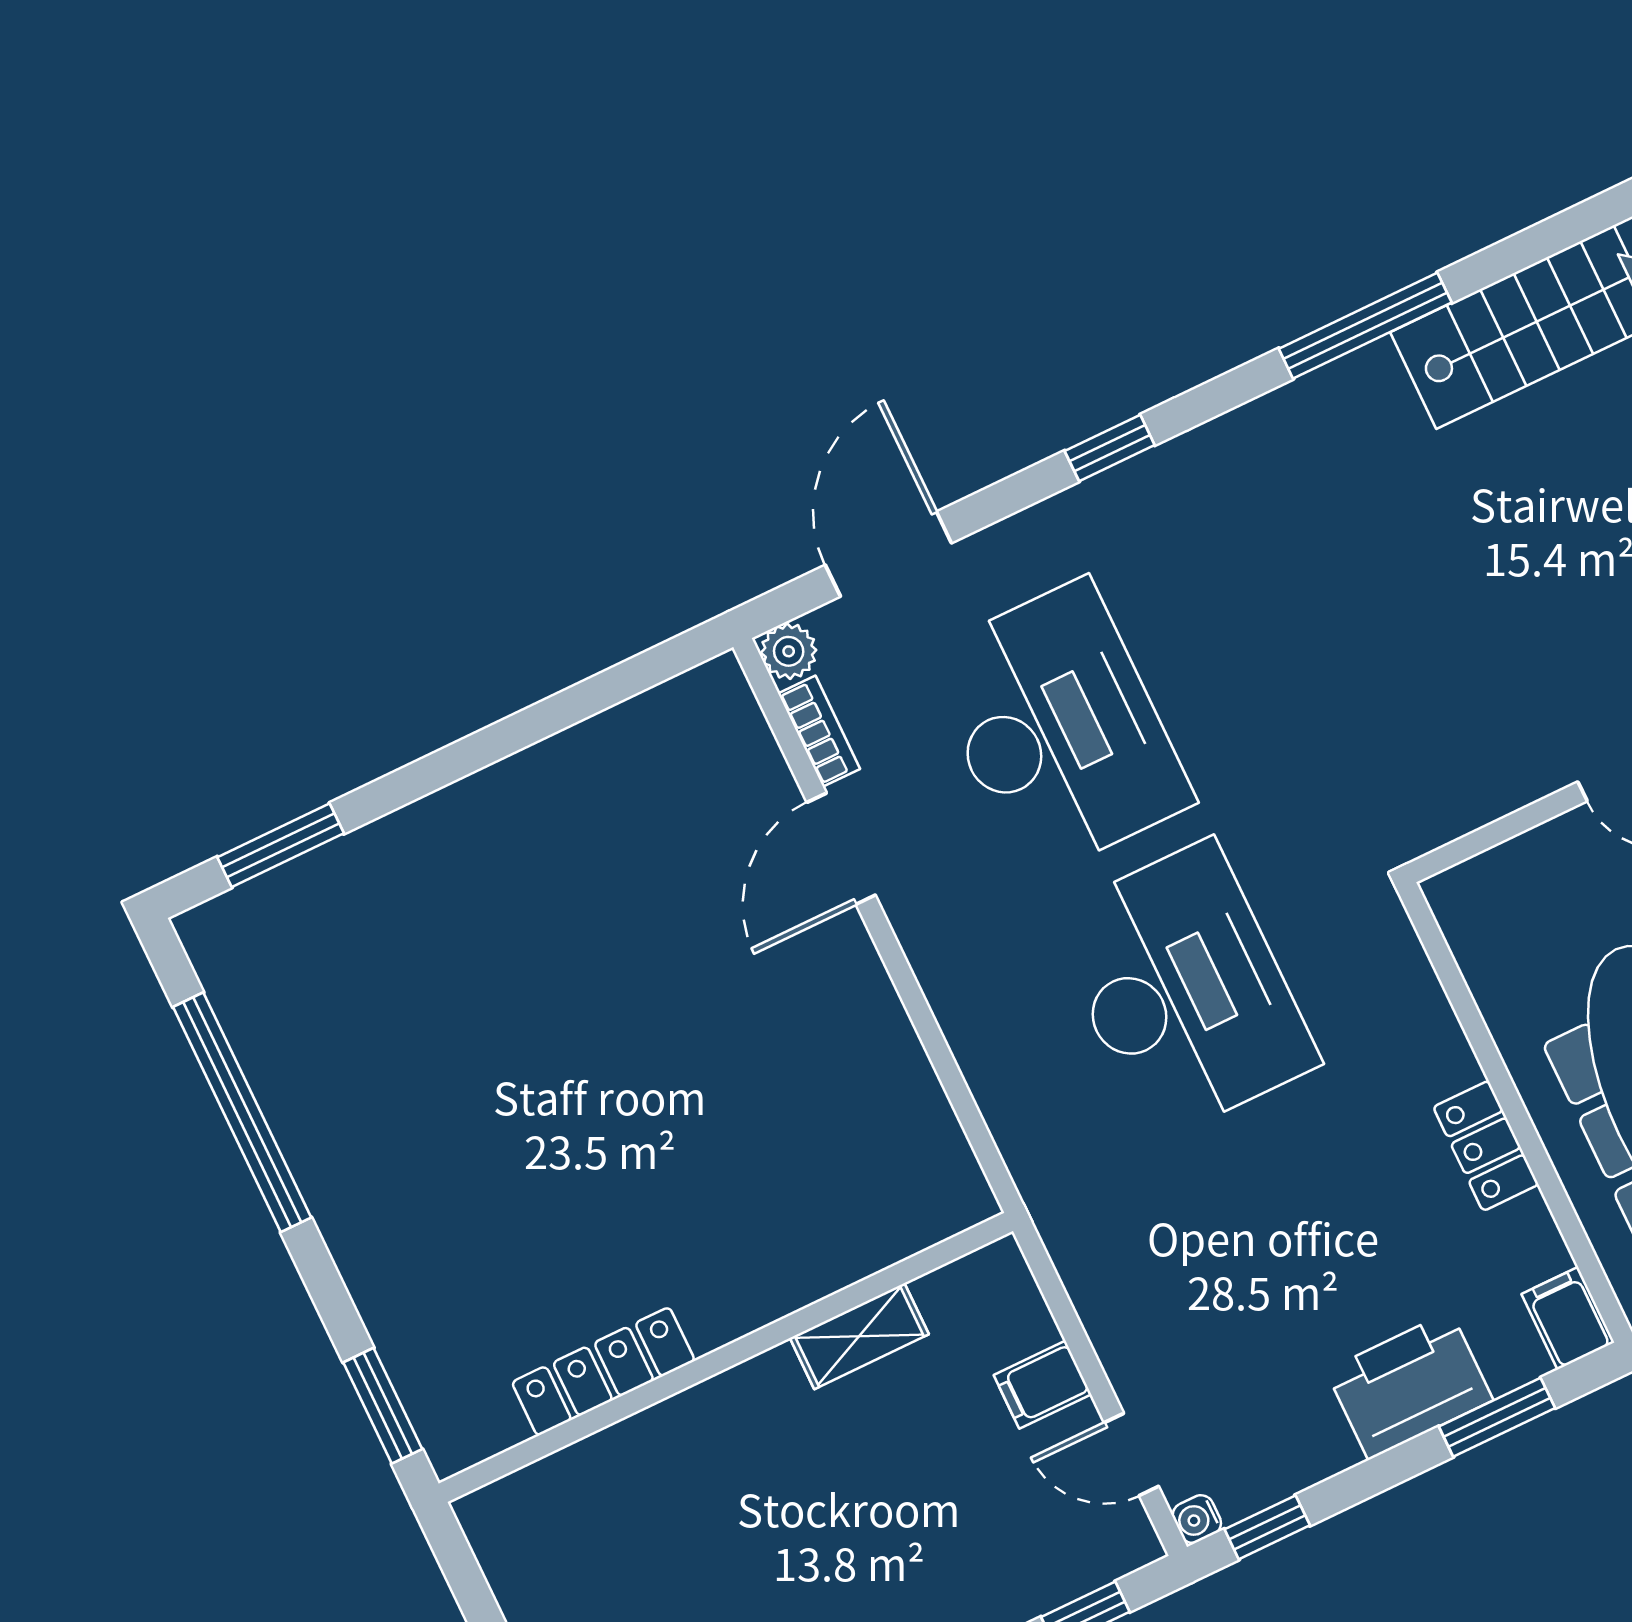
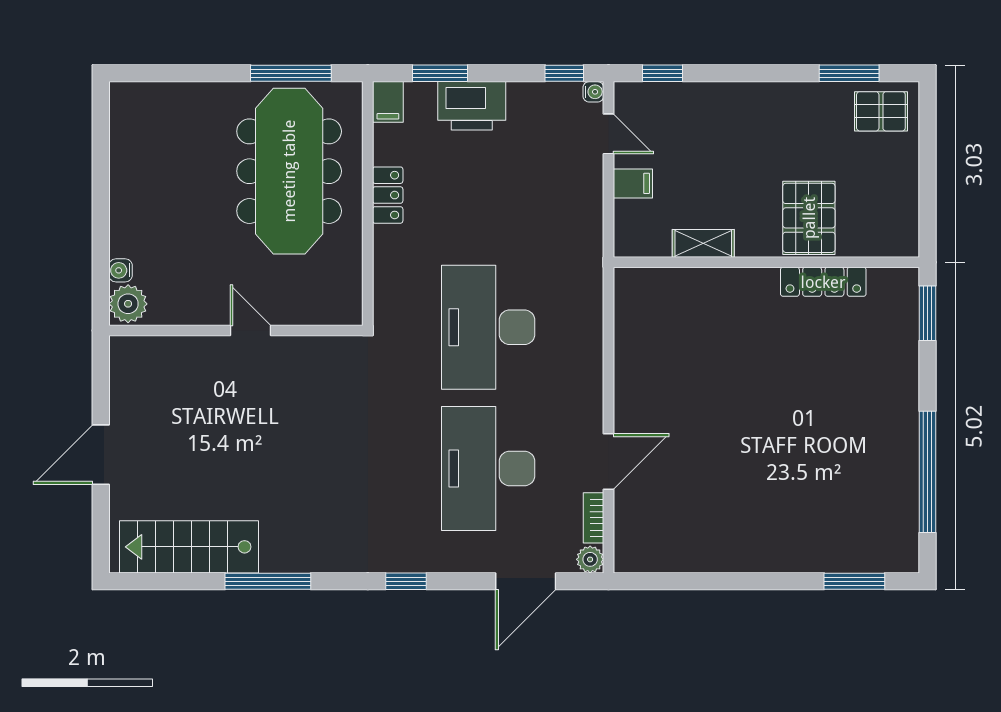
pallet: (687, 1477) -> (809, 218), added

